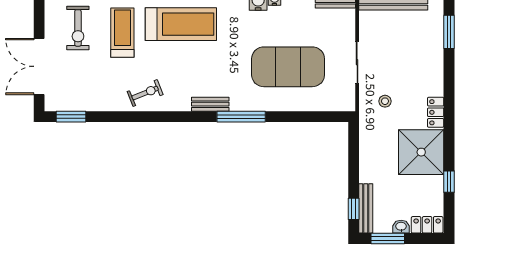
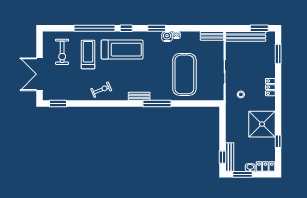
exercise mat: (288, 67) -> (184, 74), turned 90
locker: (436, 112) -> (270, 87), moved

